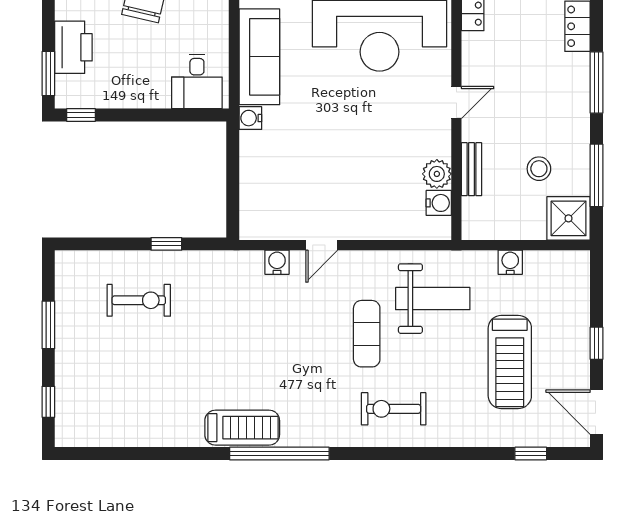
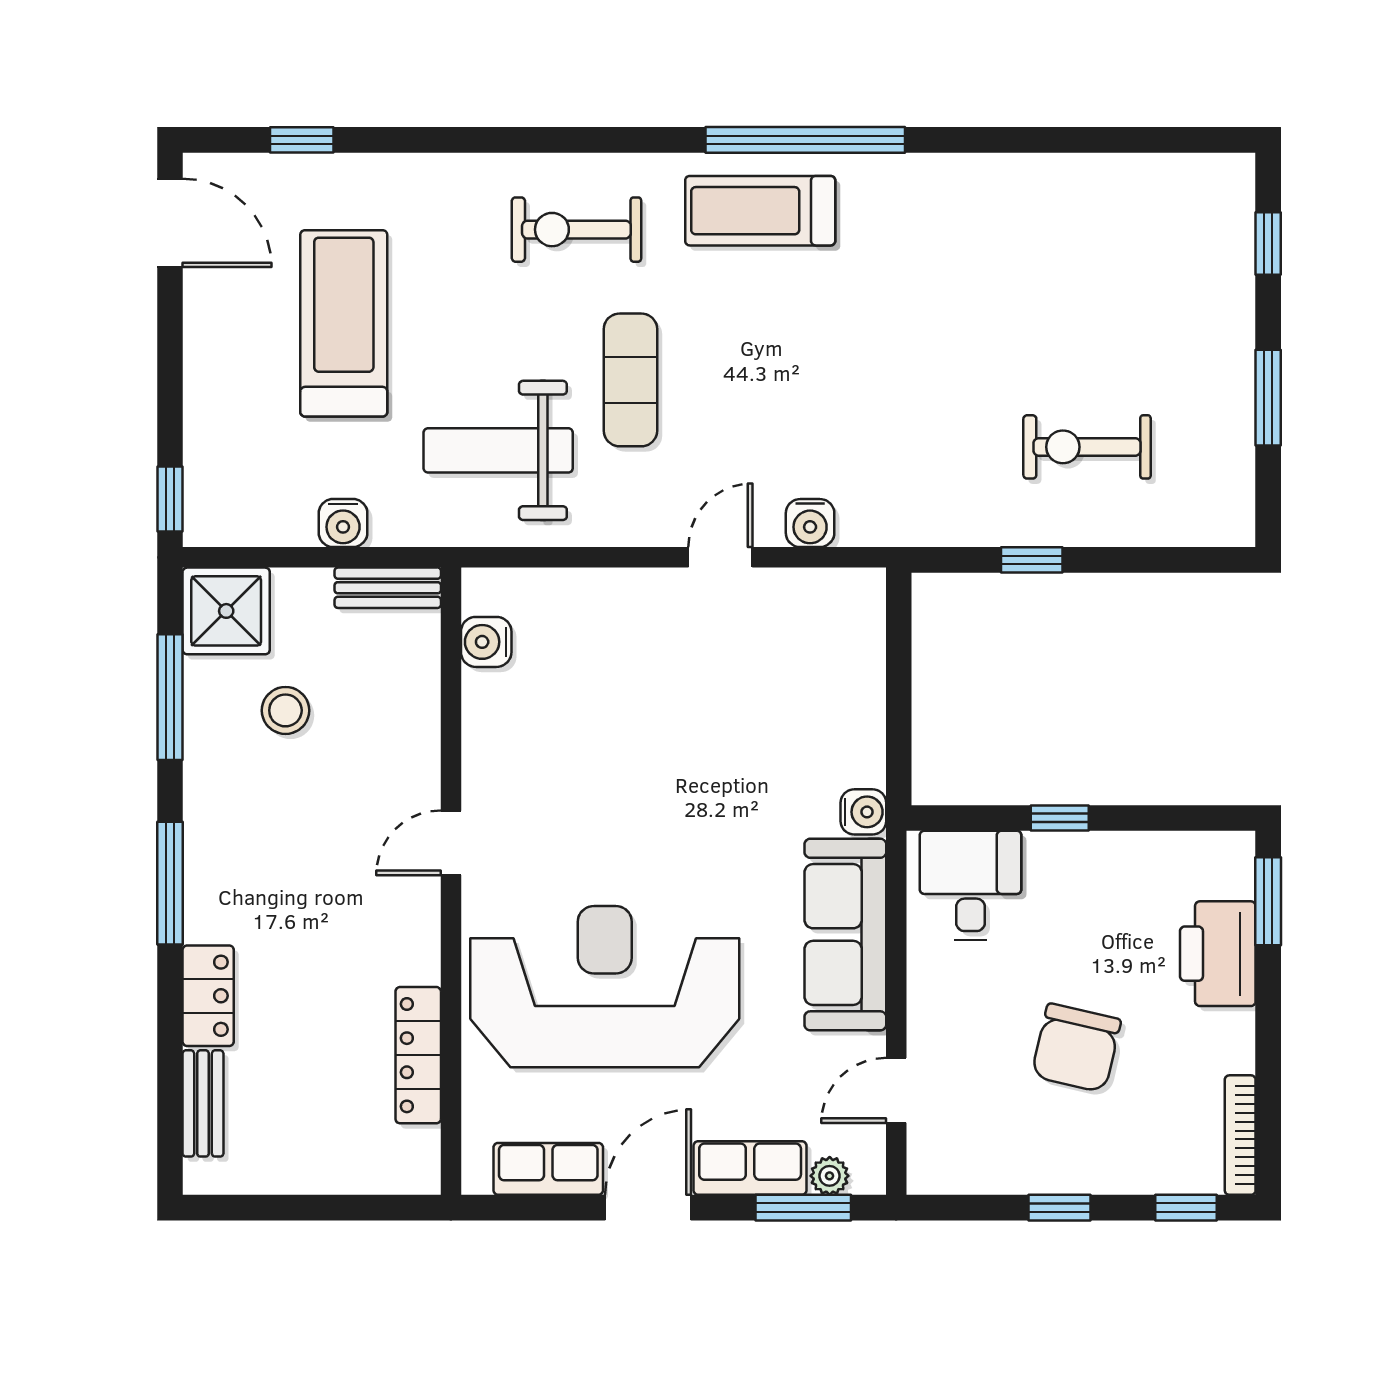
window: (81, 115) -> (1060, 818), moved
bench: (471, 169) -> (388, 588), moved, turned 90
plant: (437, 174) -> (490, 700), removed
window: (597, 343) -> (170, 499), moved
exercise bike: (394, 409) -> (576, 230), turned 180
treadmill: (242, 428) -> (760, 211), moved

